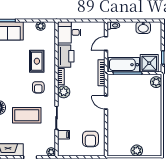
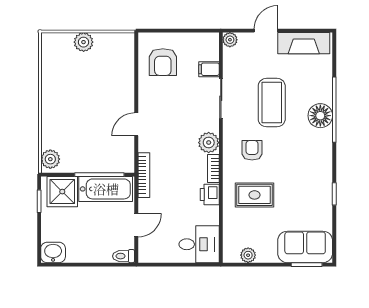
washbasin: (143, 28) -> (53, 252), moved
printer: (66, 56) -> (210, 194), width x0.53, depth x0.68
rug: (37, 61) -> (254, 195), turned 90
door: (106, 102) -> (136, 124), swing flipped
coffee table: (27, 115) -> (272, 103), turned 90
armchair: (90, 139) -> (163, 62), turned 180

